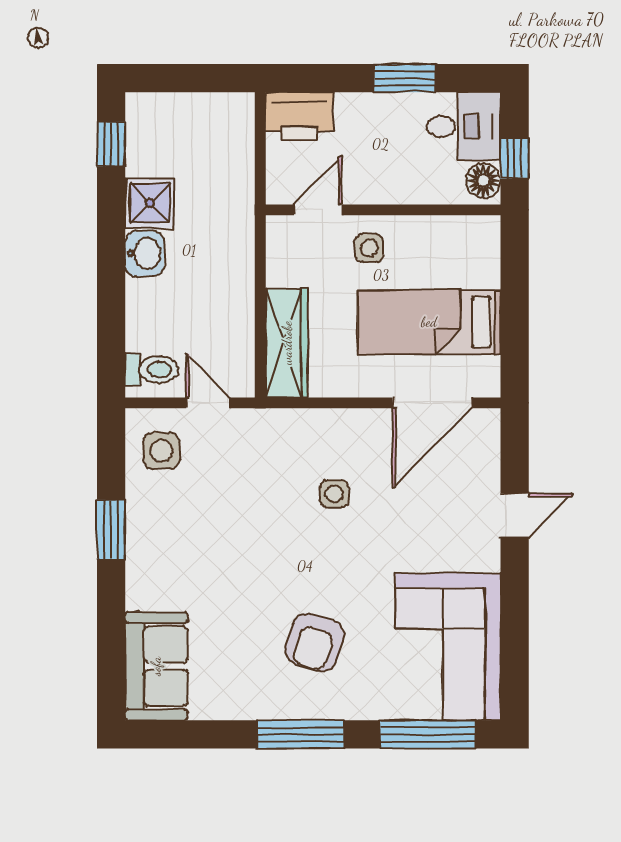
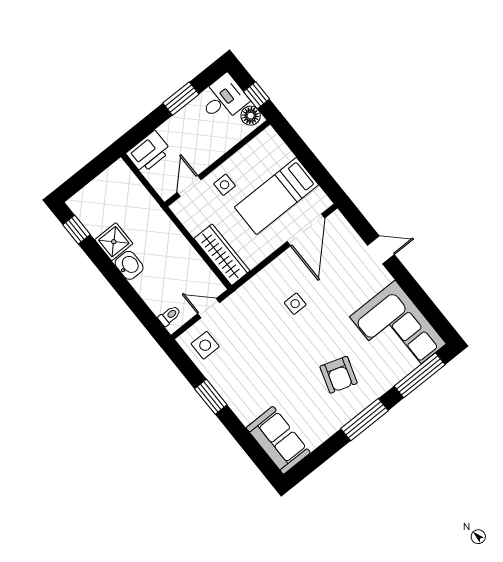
toilet: (152, 369) -> (169, 316), width x0.73, depth x0.72
door: (515, 515) -> (381, 250), hinge flipped

